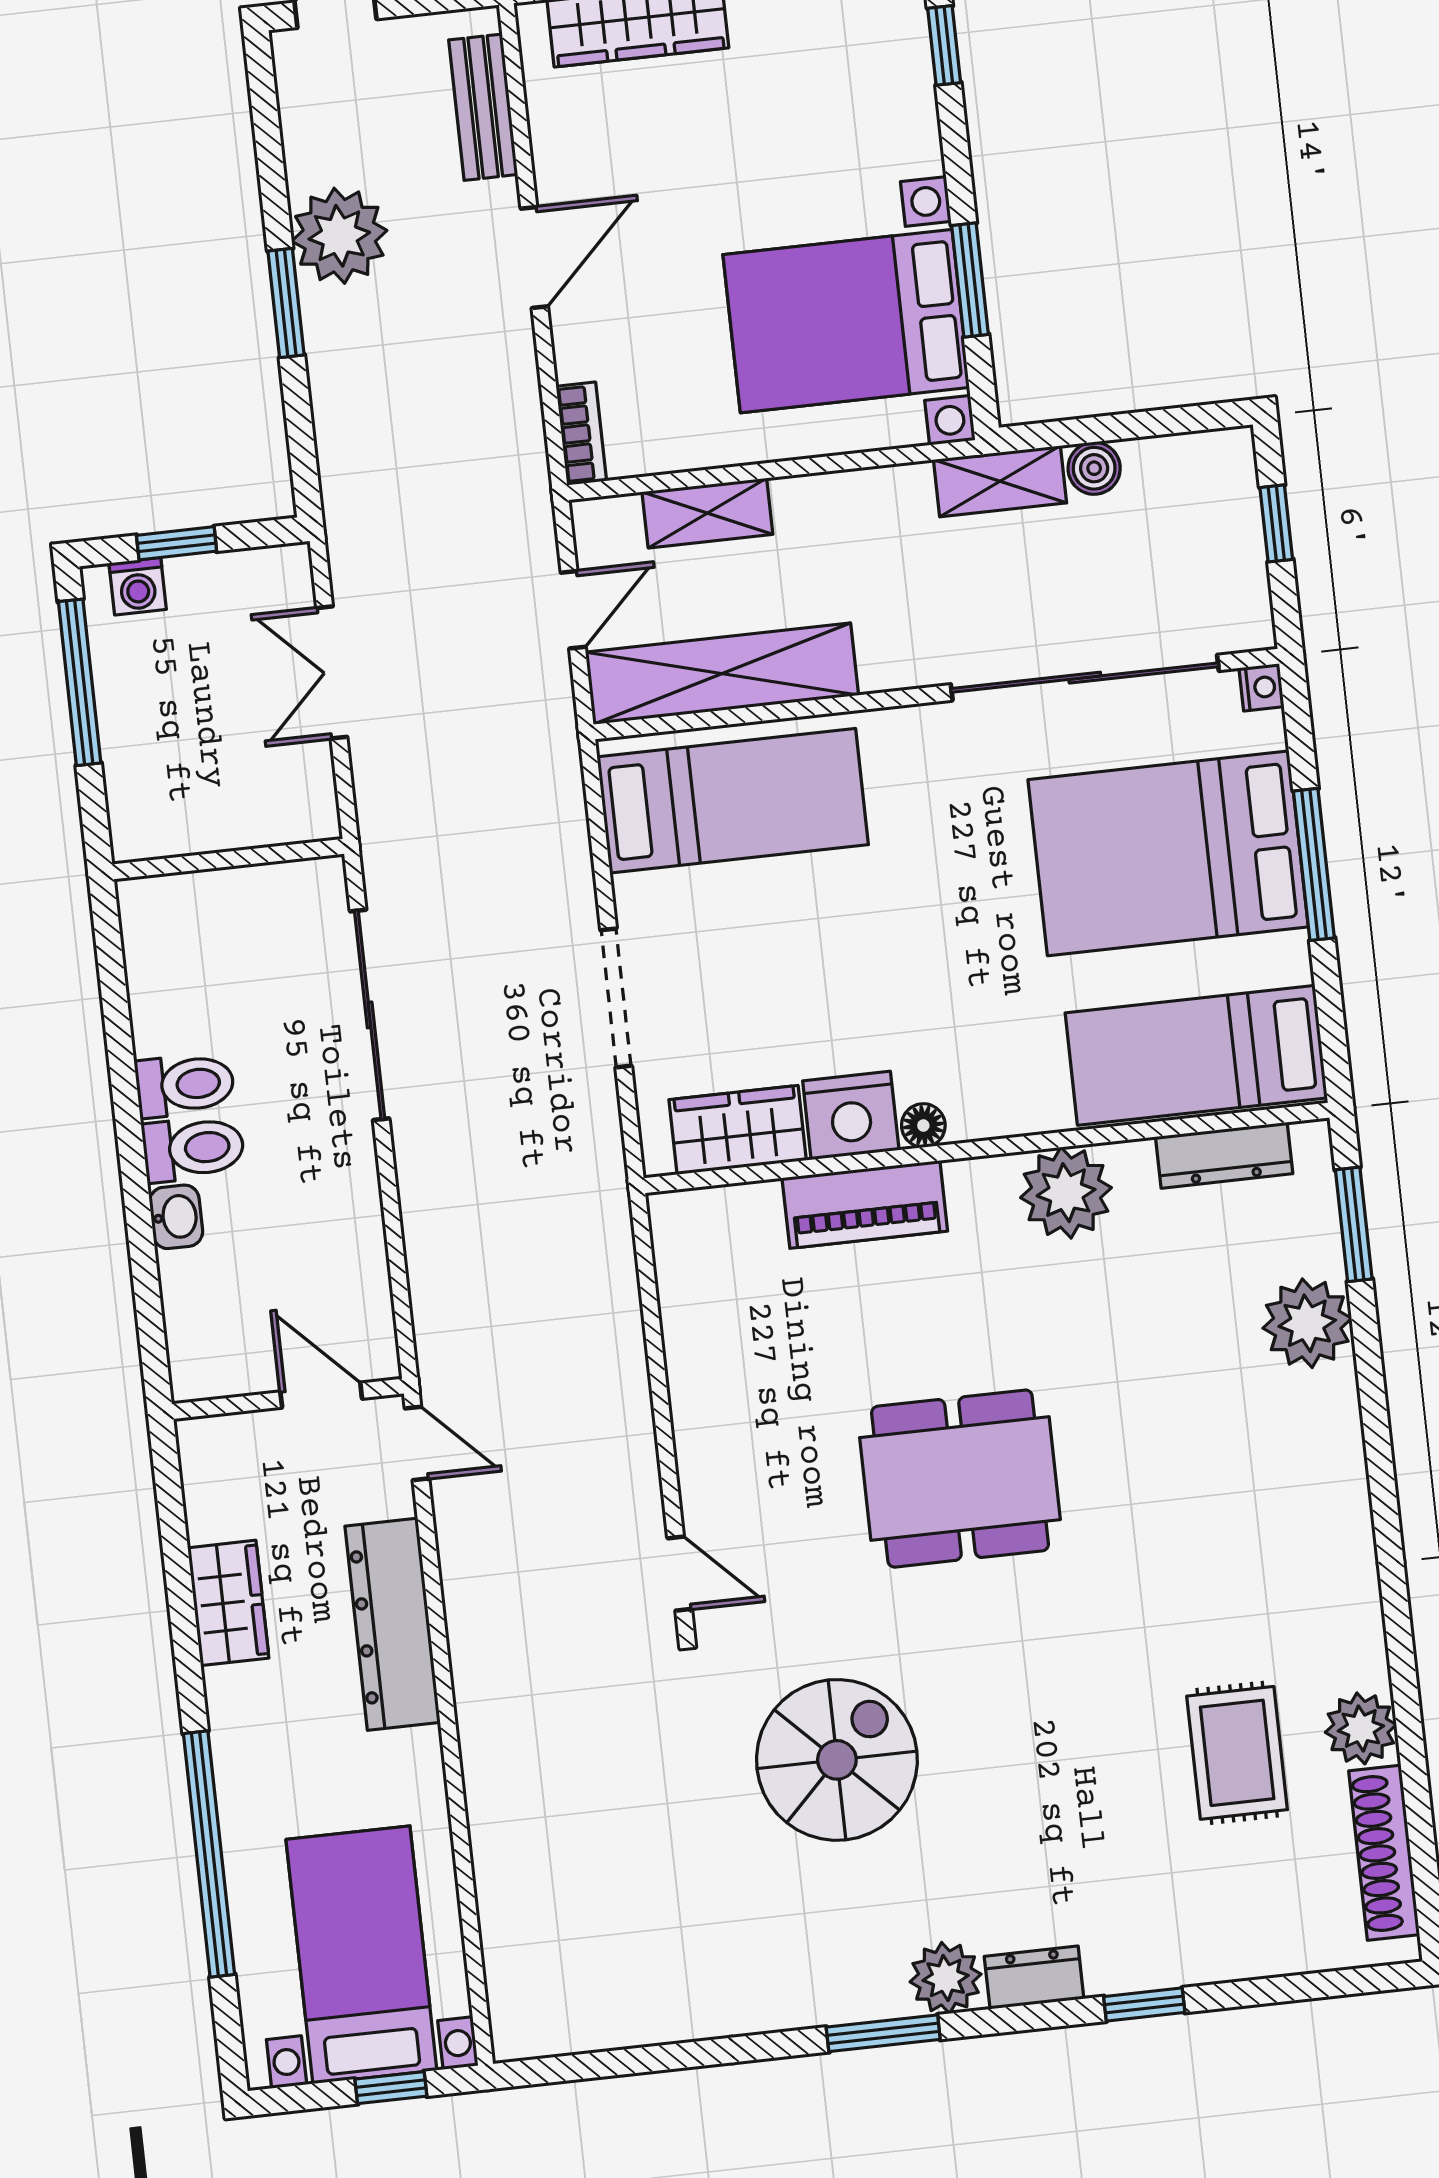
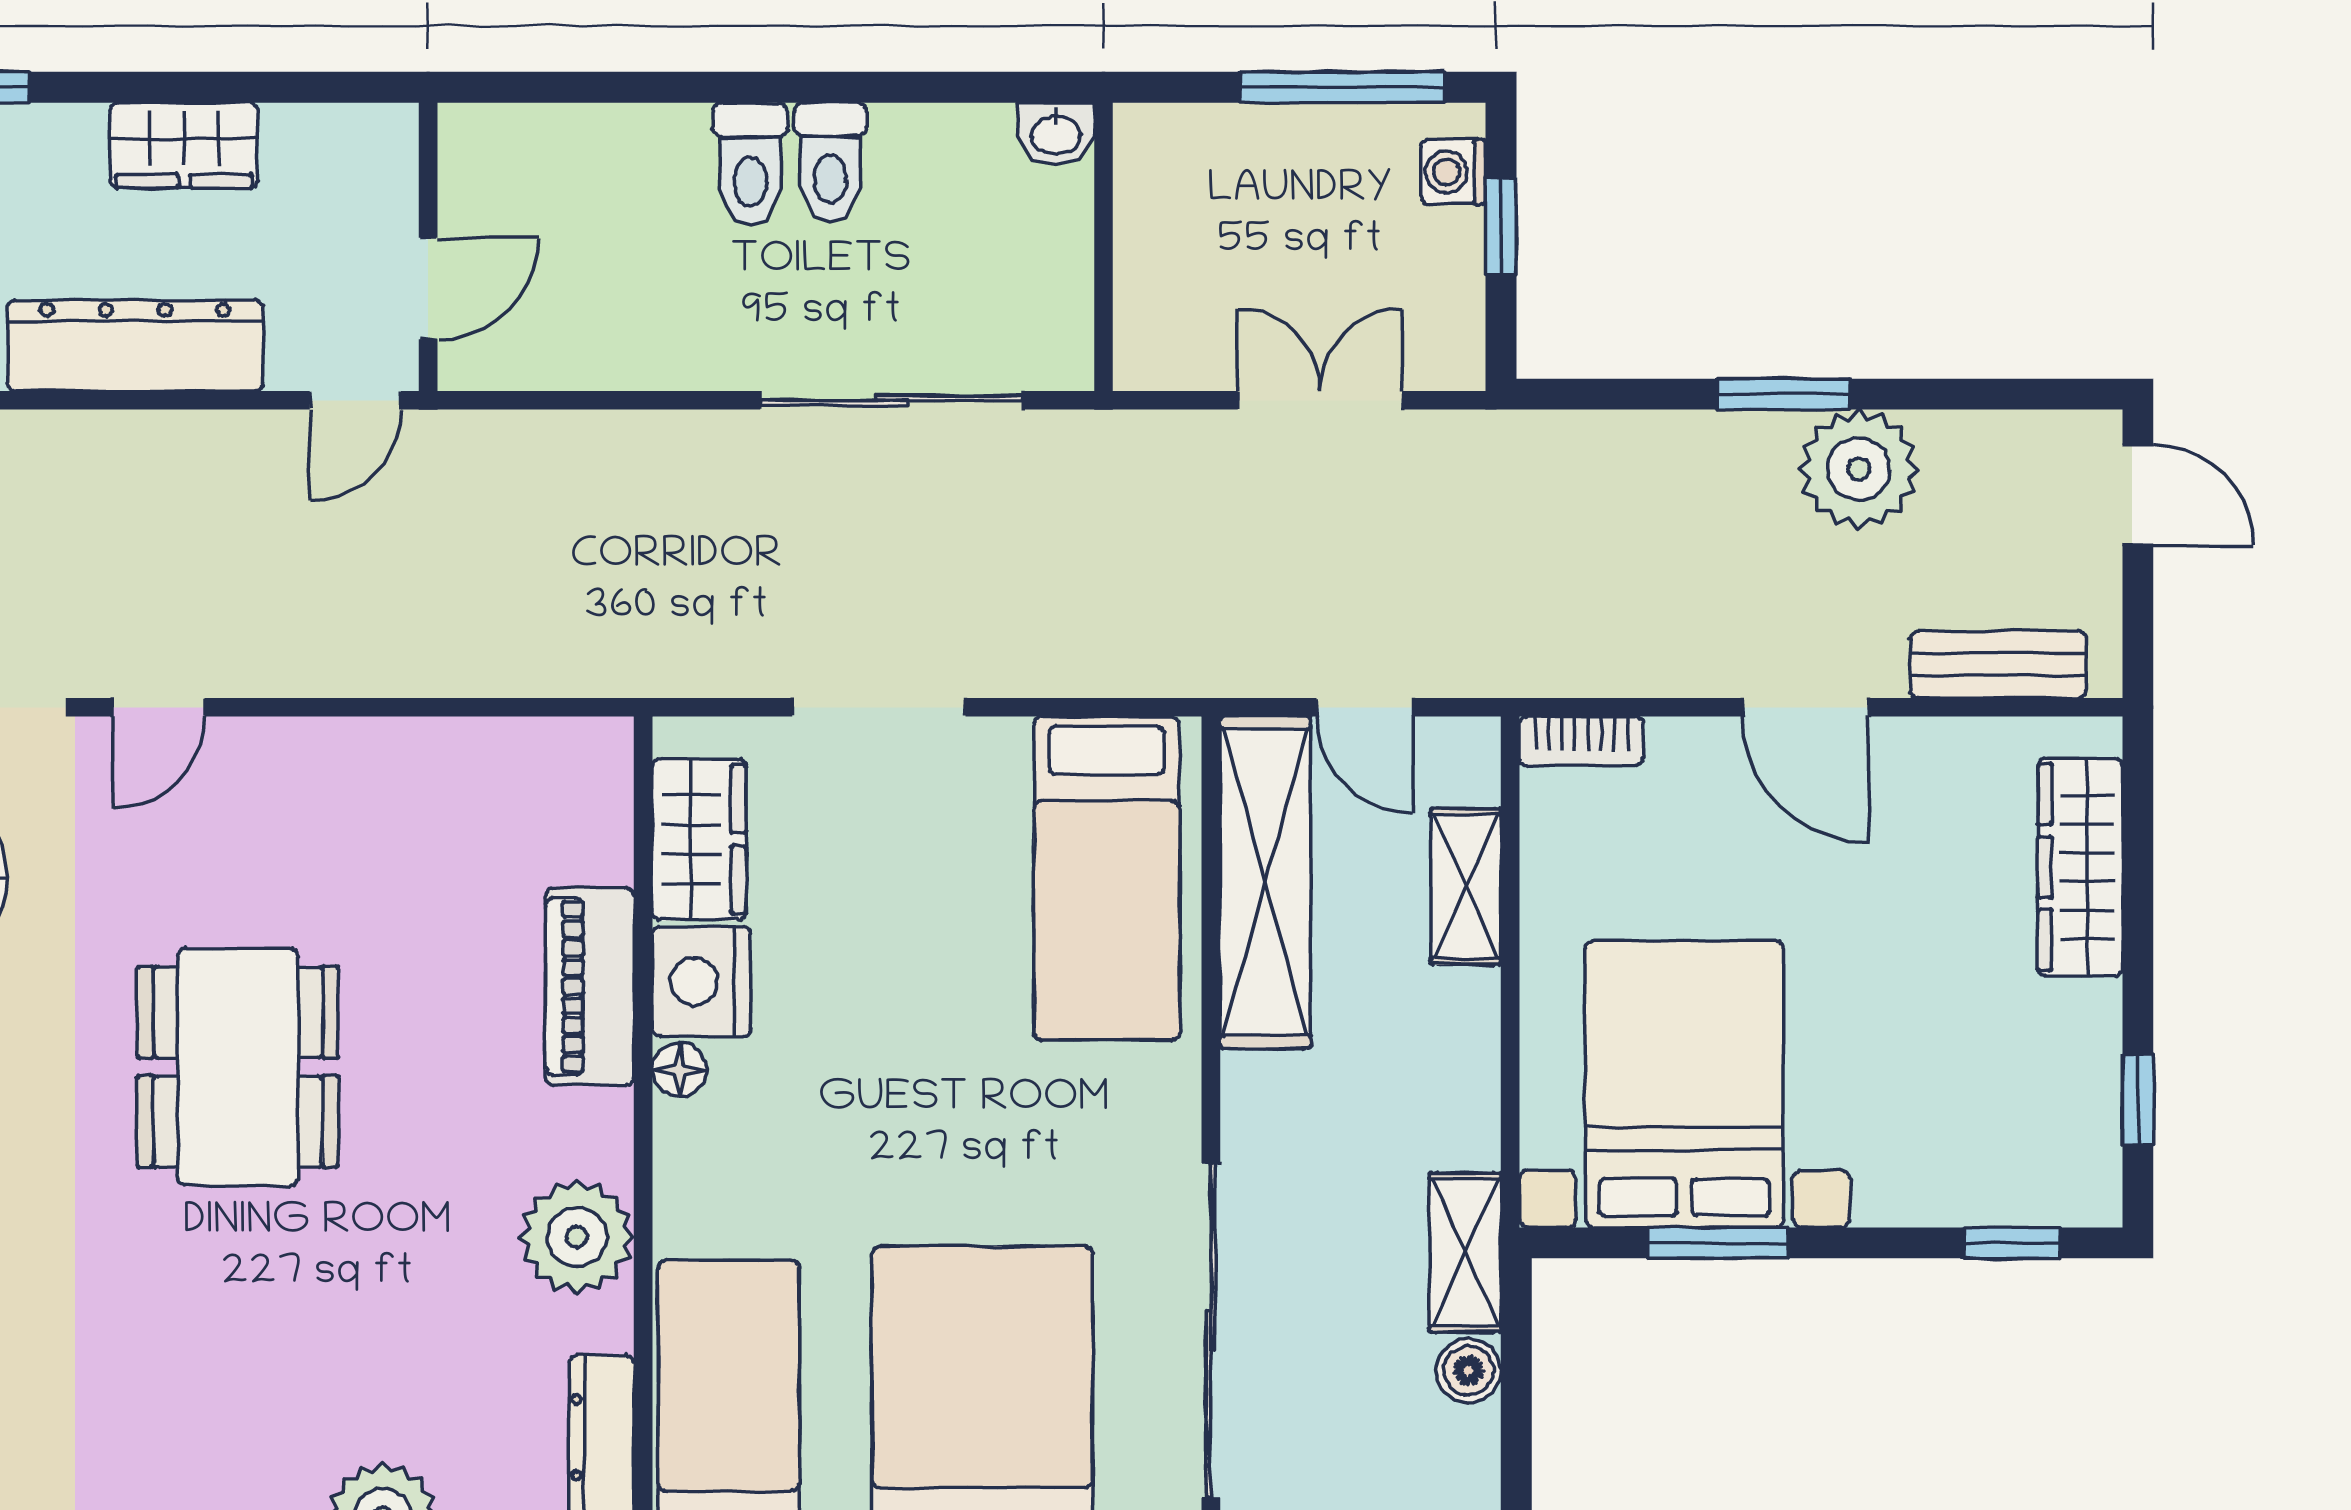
washbasin: (176, 1217) -> (1056, 133), moved

